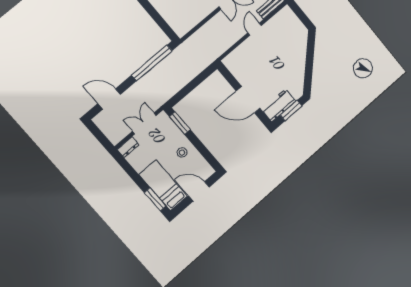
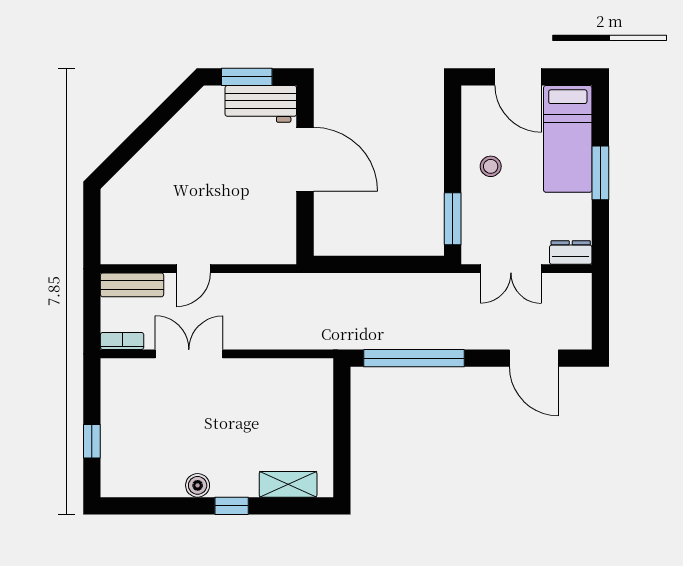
window: (155, 199) -> (600, 173), moved

